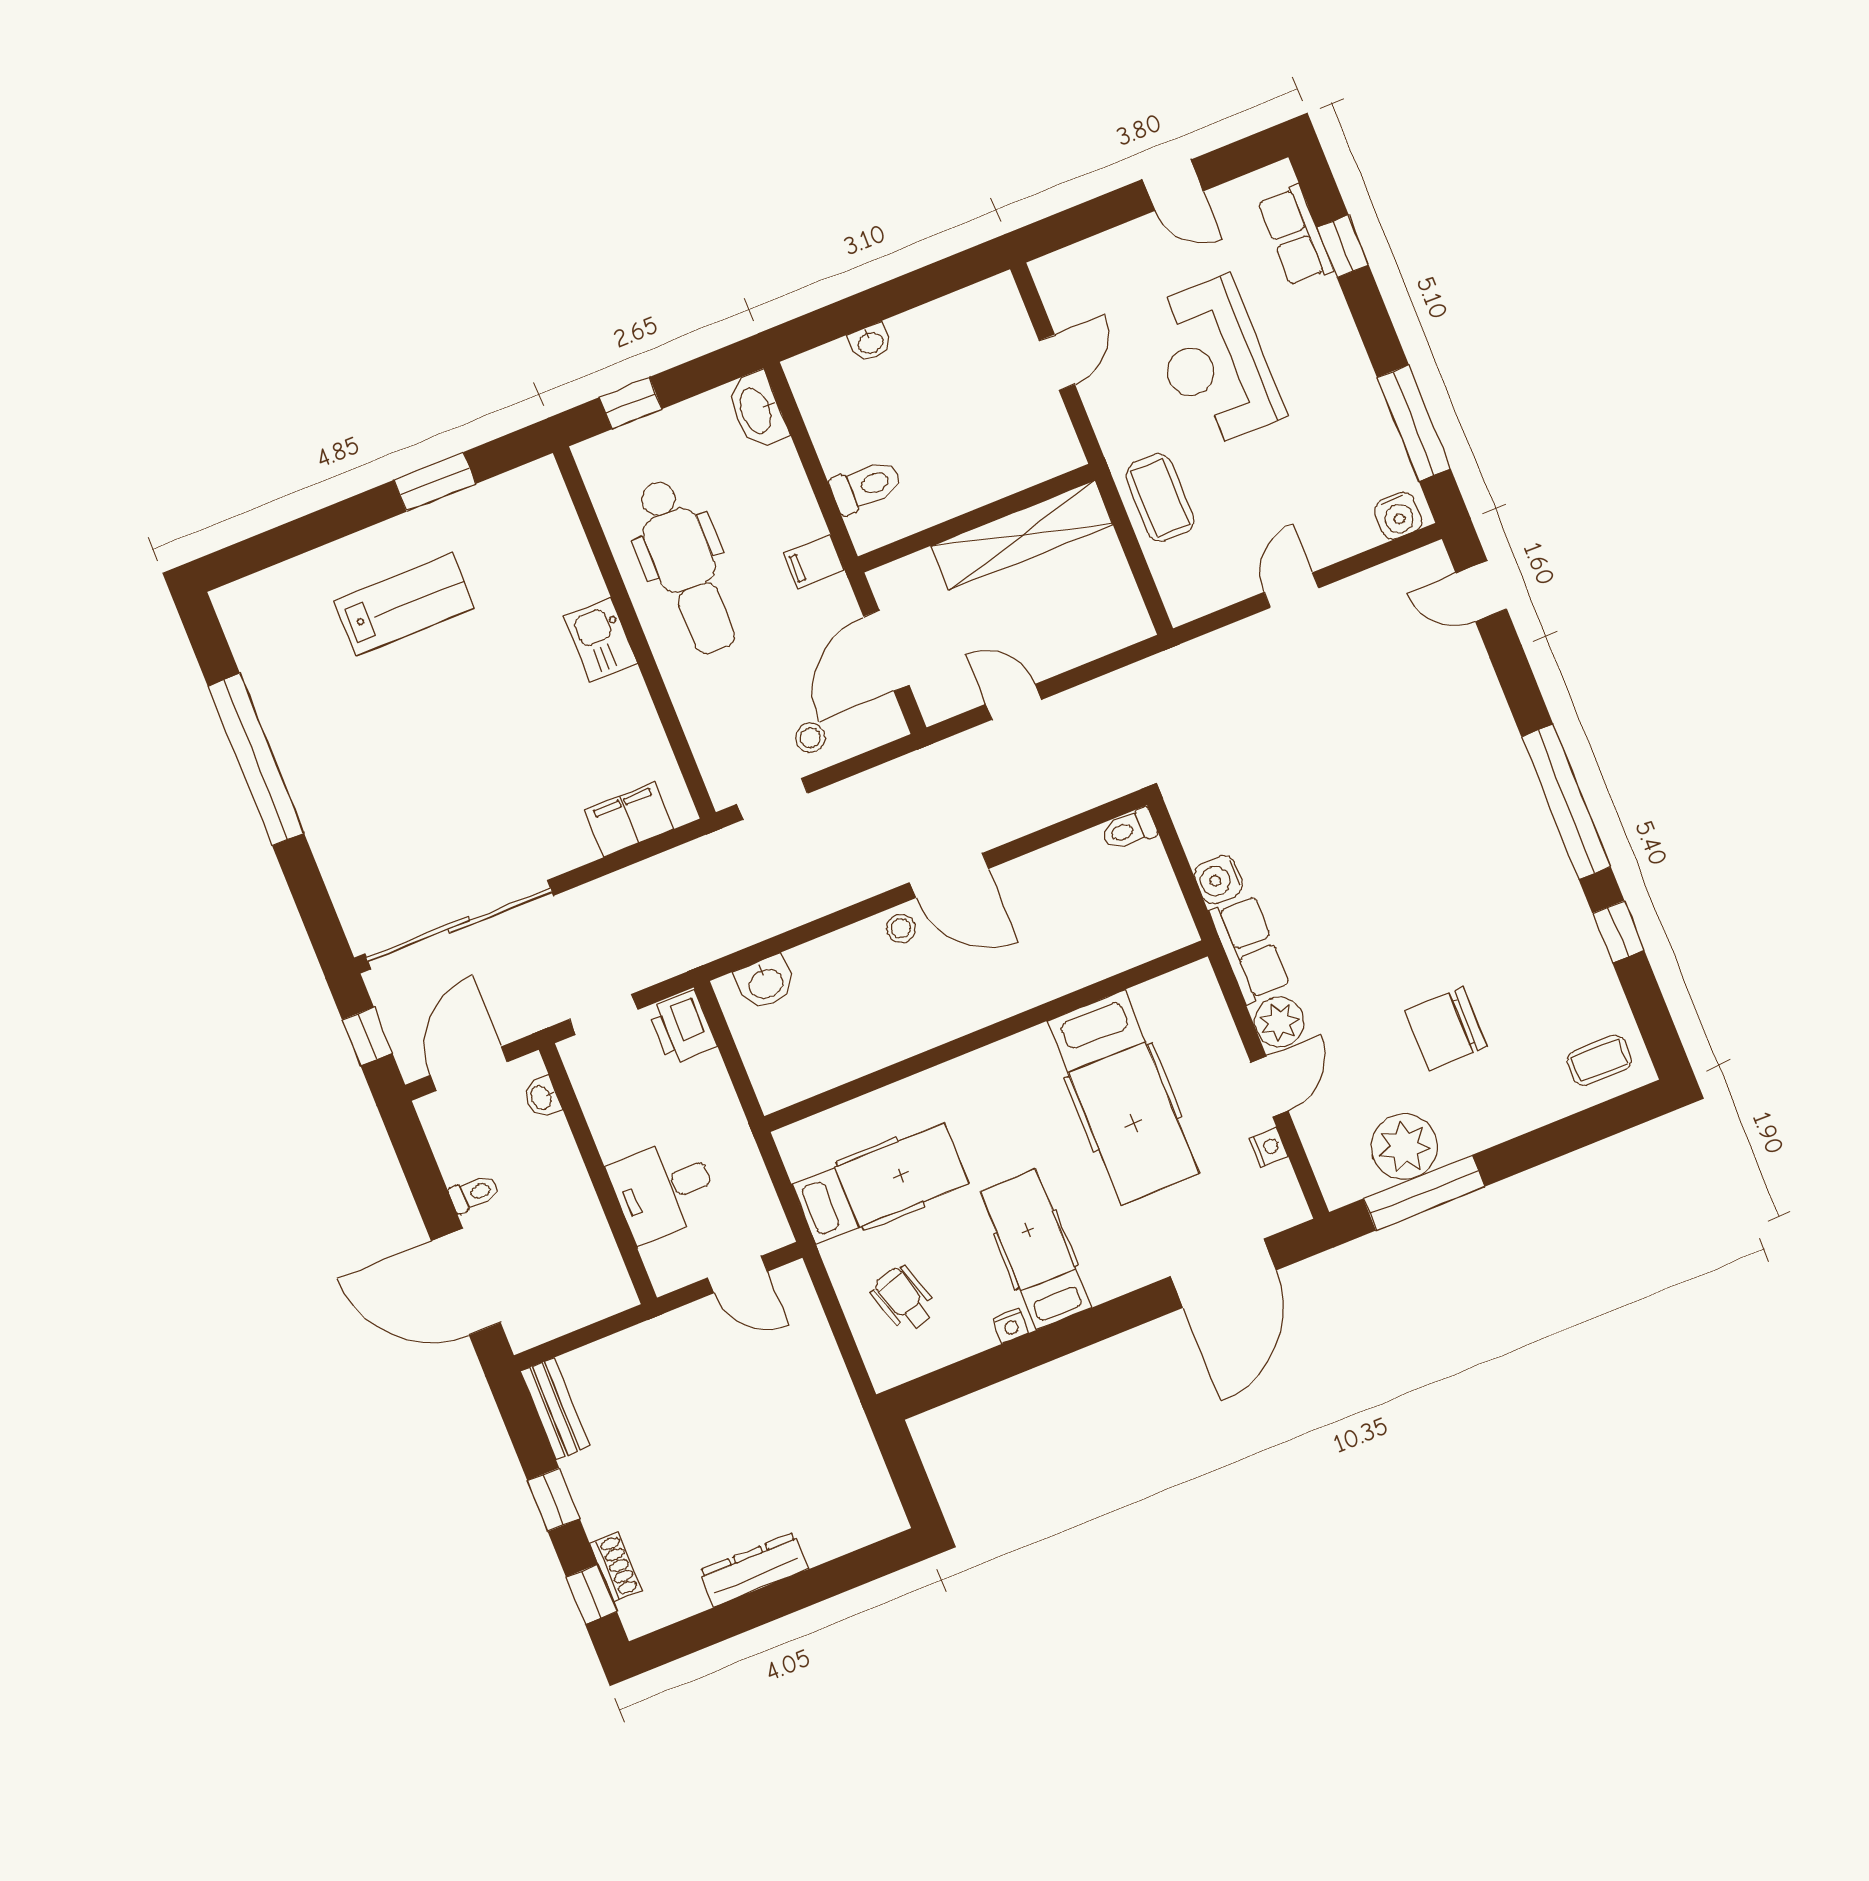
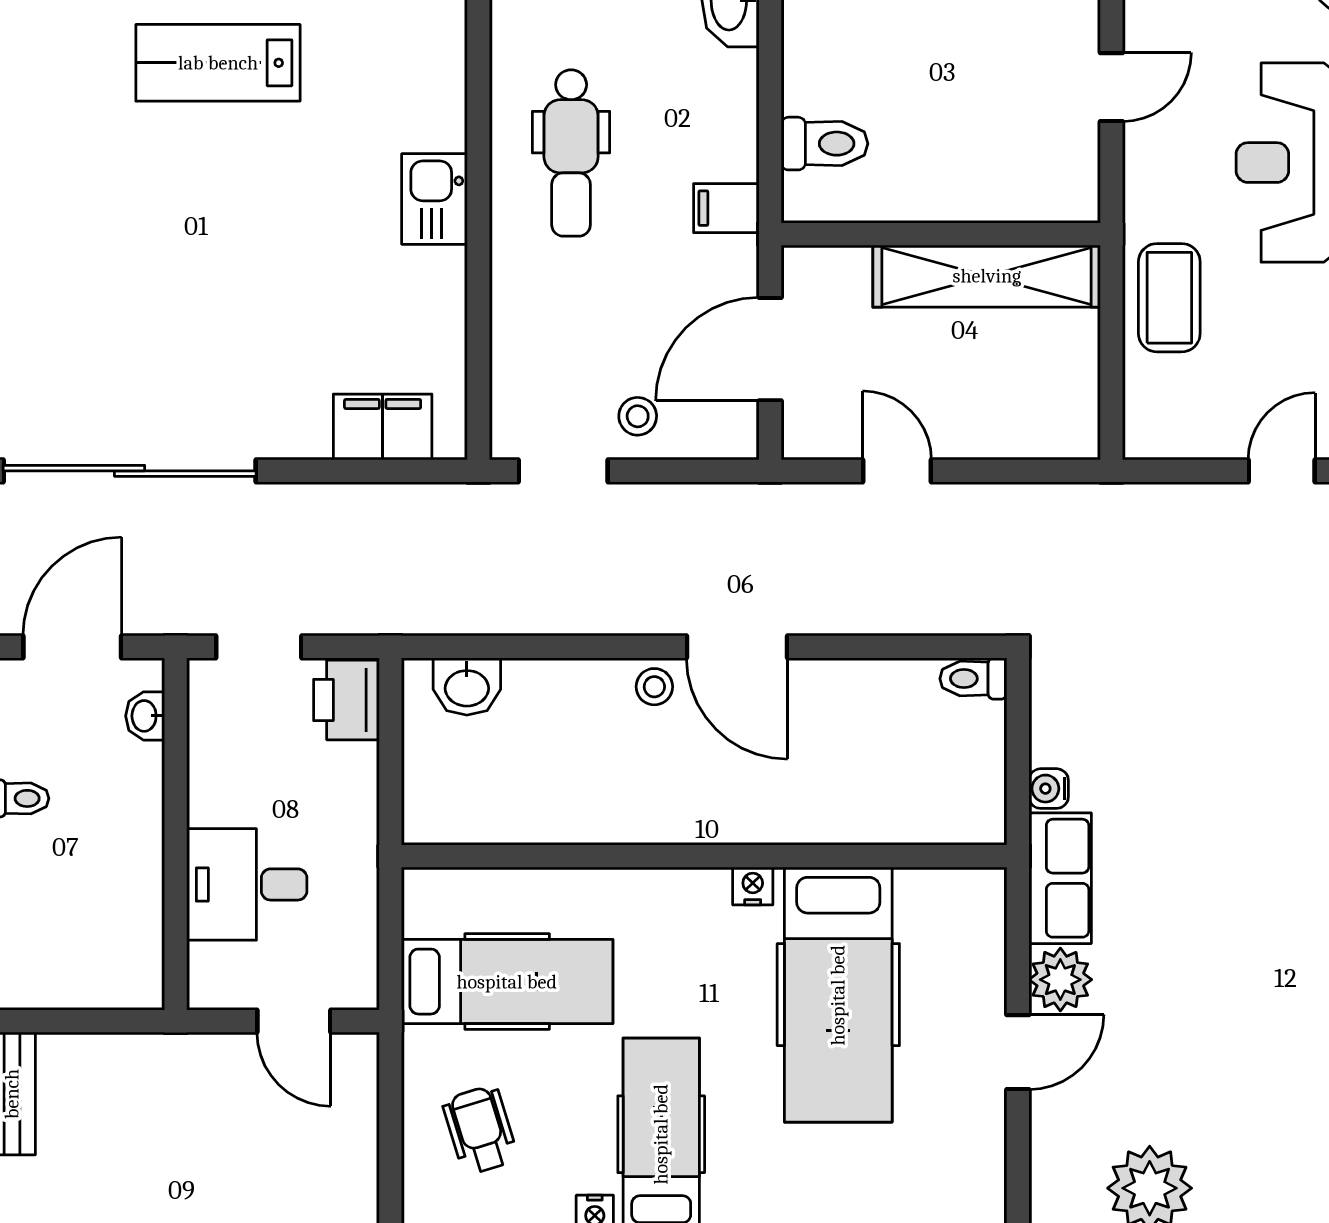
dental chair: (686, 567) -> (571, 153), width x0.73, depth x0.72
lab bench: (404, 604) -> (218, 63), turned 180
water cooler: (1219, 880) -> (1049, 789), width x0.72, depth x0.72
chair: (1446, 1029) -> (1255, 1068), removed
nightstand: (1269, 1147) -> (753, 886), moved, turned -90

